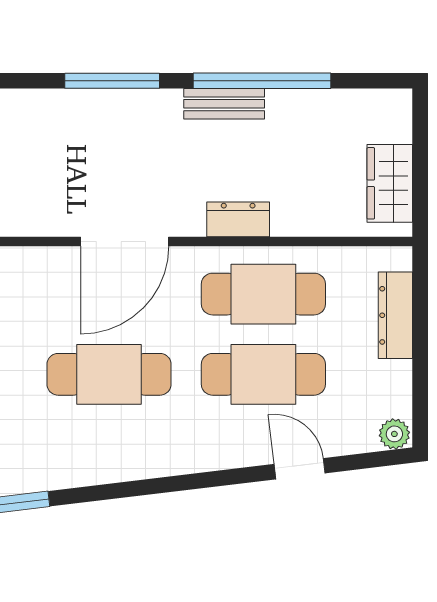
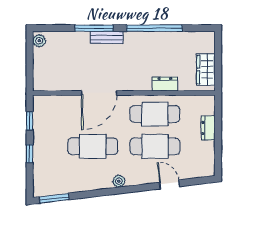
bench: (224, 104) -> (107, 37), moved
dresser: (238, 219) -> (165, 84), moved
dresser: (395, 315) -> (208, 128), width x0.70
plant: (394, 434) -> (119, 181), moved

